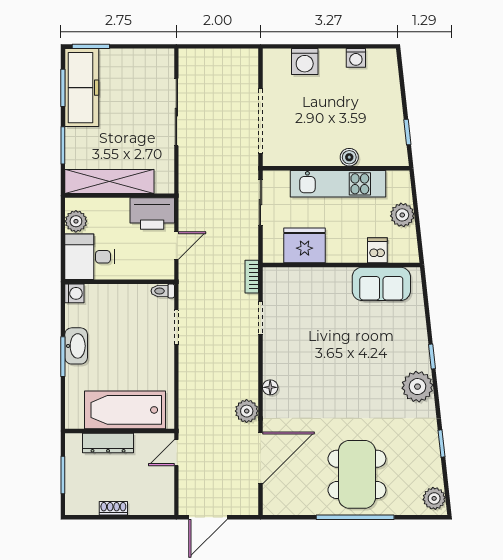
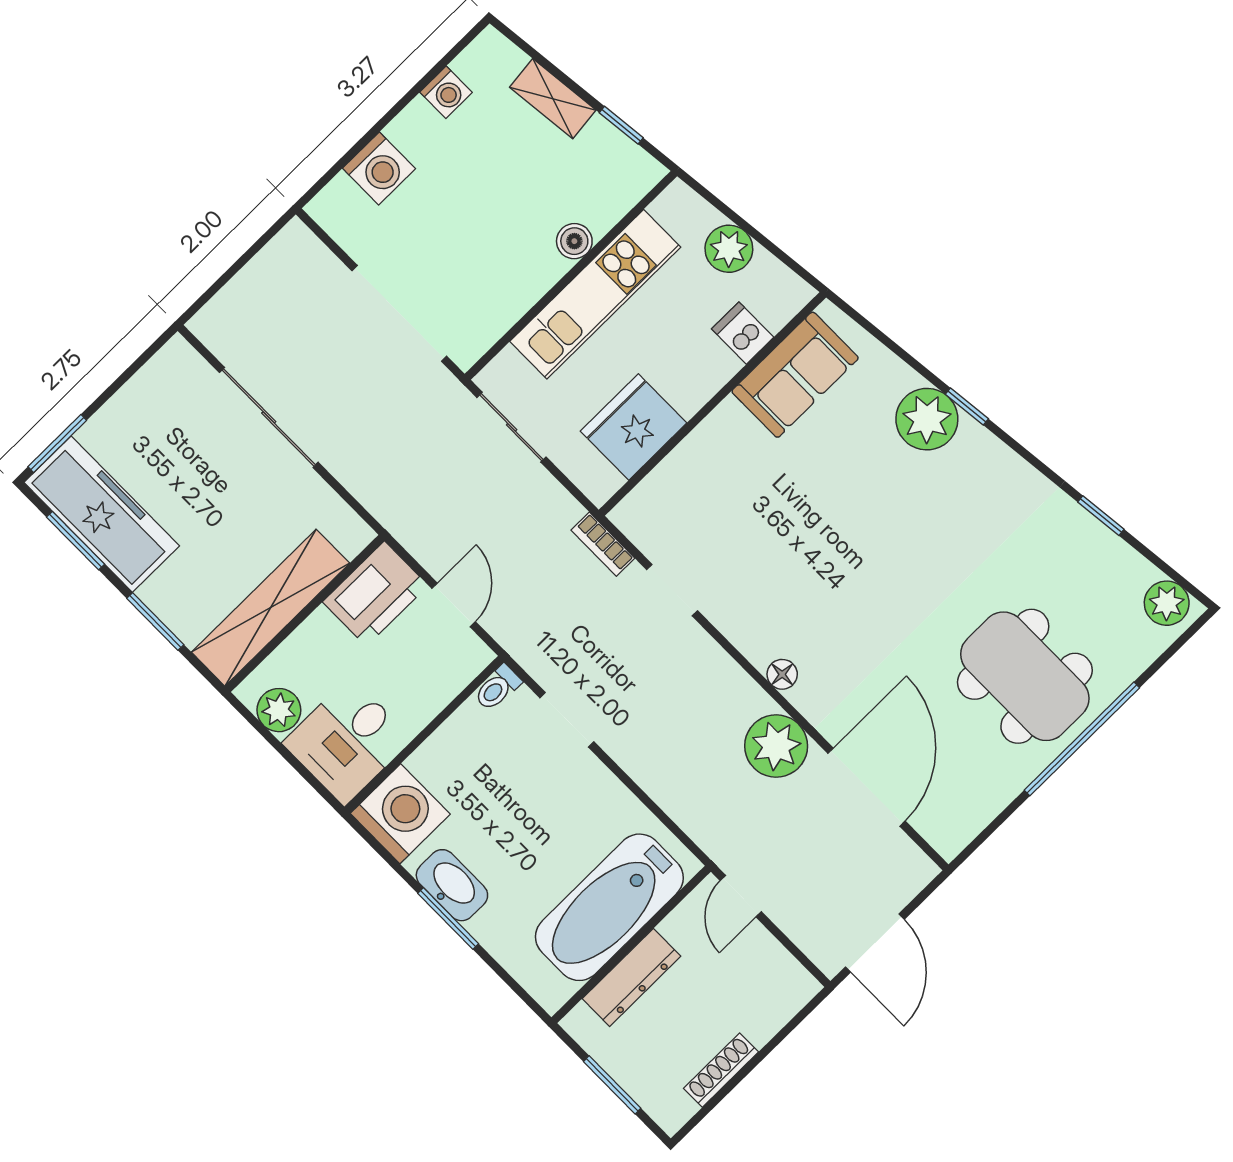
shelving: (392, 98) -> (553, 99), added
washing machine: (74, 293) -> (400, 814), width x1.89, depth x1.89
plant: (417, 387) -> (927, 419), moved
plant: (247, 411) -> (776, 746), width x1.36, depth x1.36
shoe rack: (113, 508) -> (721, 1070), width x1.43

